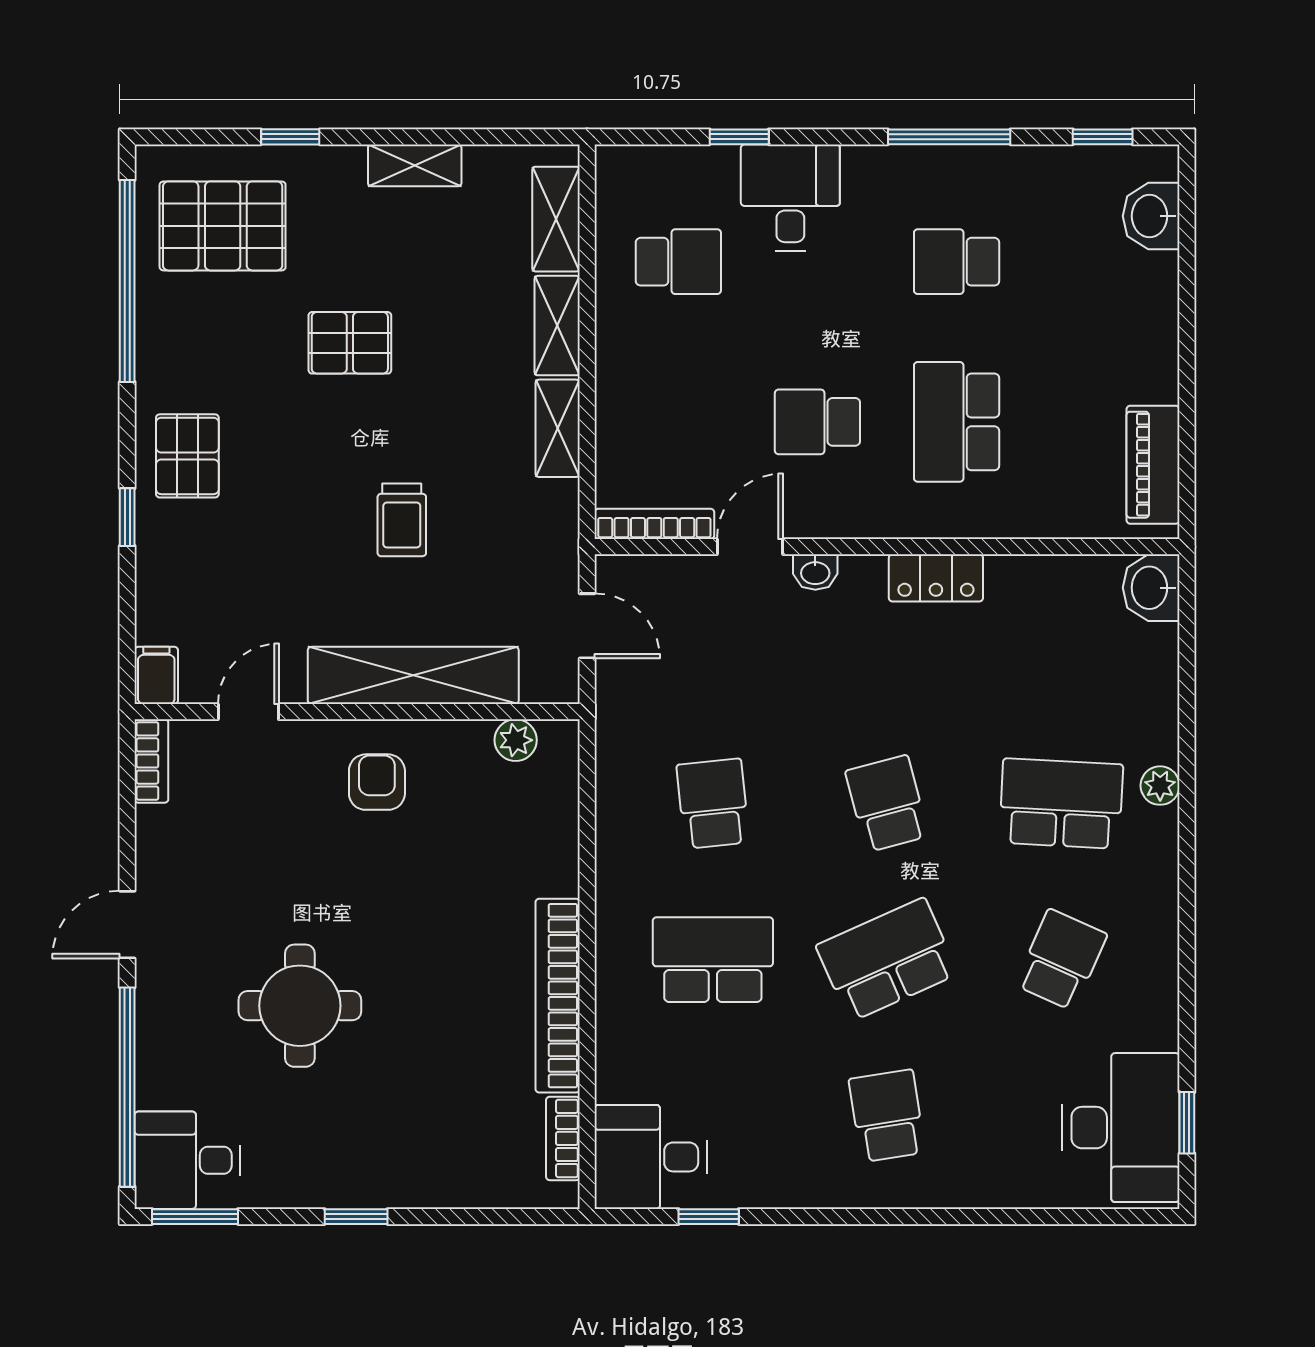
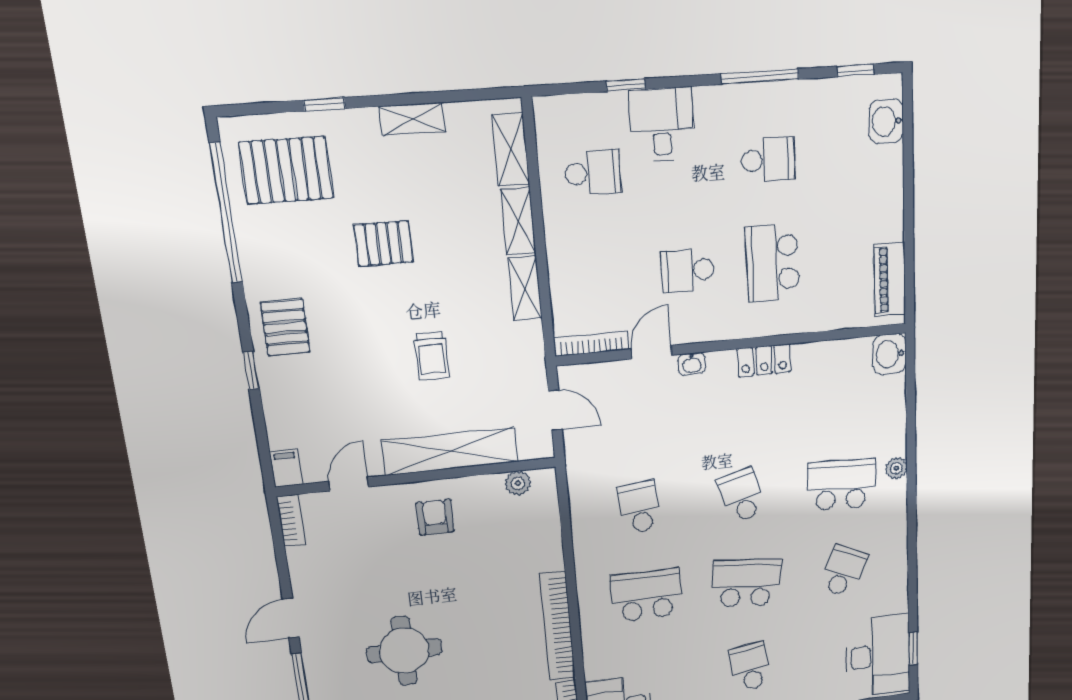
school desk: (957, 262) -> (768, 160), turned 180
school desk: (887, 960) -> (746, 583), turned 30

